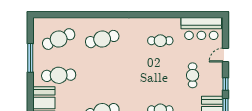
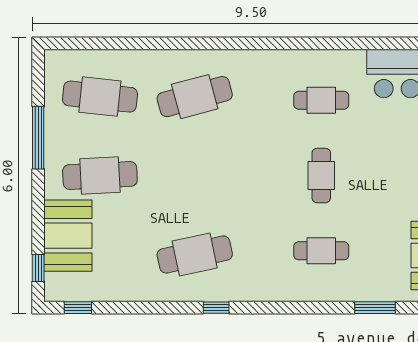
cafe table: (59, 39) -> (100, 97), turned 30
cafe table: (193, 75) -> (321, 176), moved

